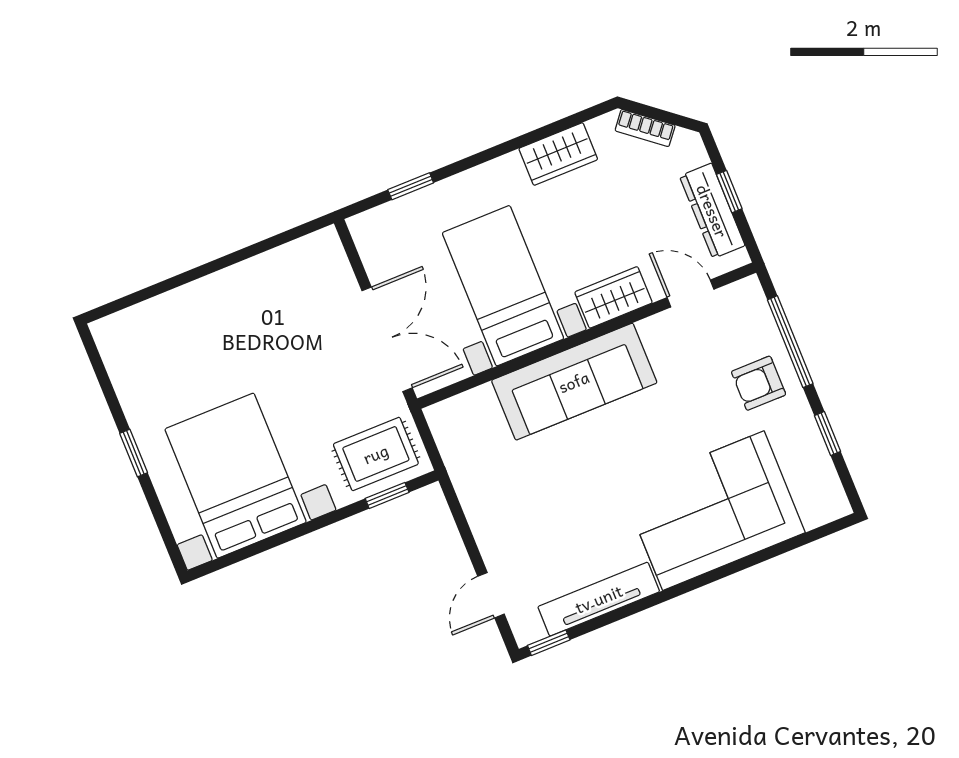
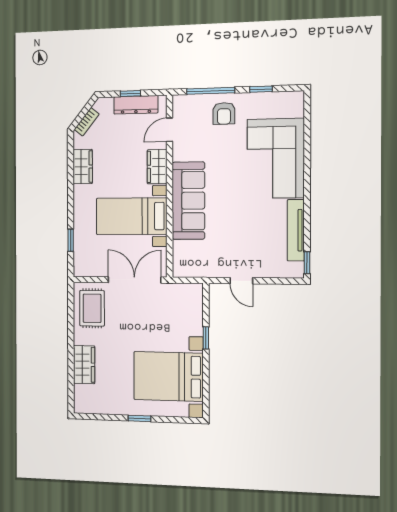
wardrobe: (188, 307) -> (84, 365), added
rug: (376, 454) -> (92, 308), moved
window: (387, 495) -> (206, 338), moved
door: (491, 595) -> (241, 281), moved

